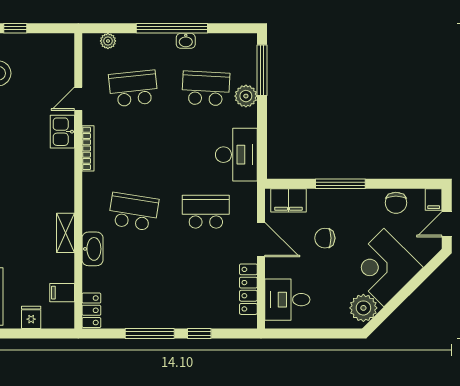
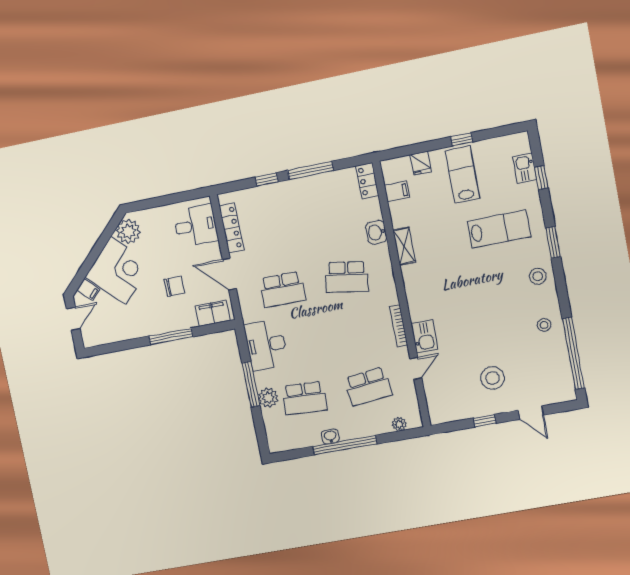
window: (262, 70) -> (251, 384), moved
filing cabinet: (434, 200) -> (88, 290), moved, turned 135
chair: (396, 203) -> (120, 329), removed
washbasin: (92, 249) -> (376, 232), width x0.72

